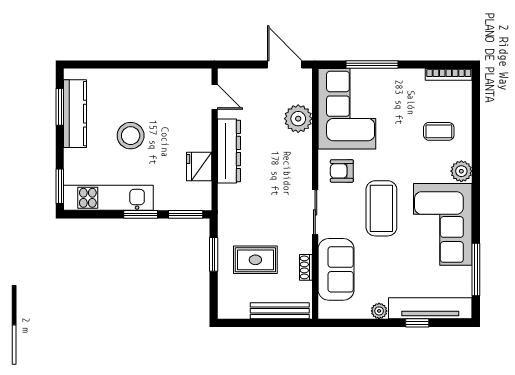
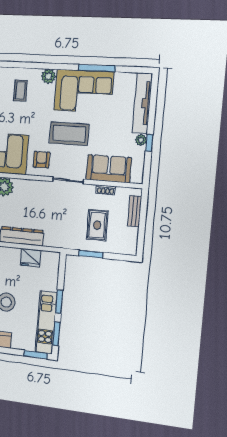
armchair: (342, 171) -> (41, 160), turned 180
window: (186, 214) -> (56, 334), moved
window: (476, 269) -> (97, 68), moved
bench: (280, 311) -> (135, 211), width x0.73
window: (417, 323) -> (149, 143), moved

